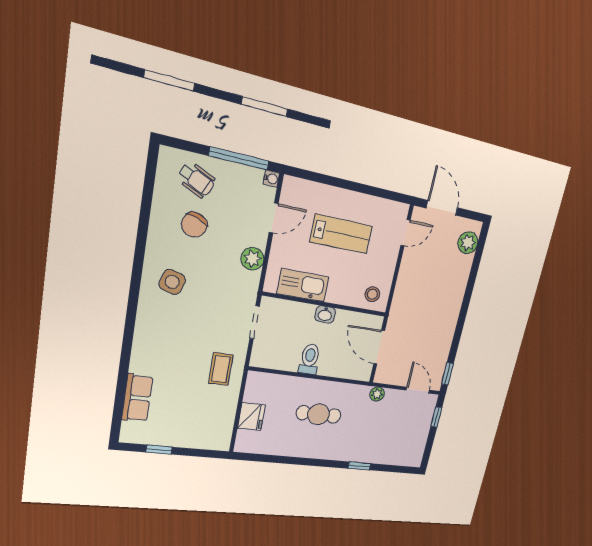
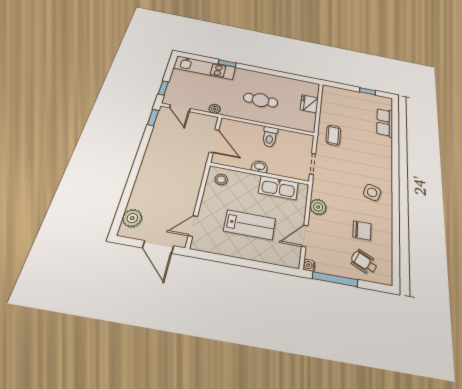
chair: (194, 225) -> (362, 230), turned 70
lab bench: (341, 234) -> (250, 225), turned 180
kitchen unit: (388, 455) -> (205, 68), added

